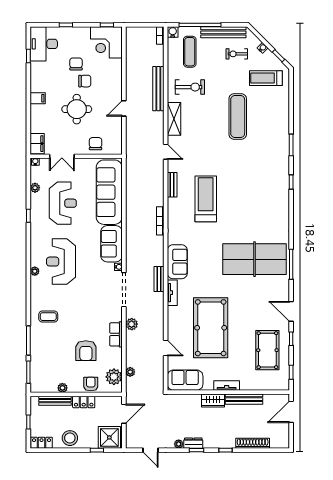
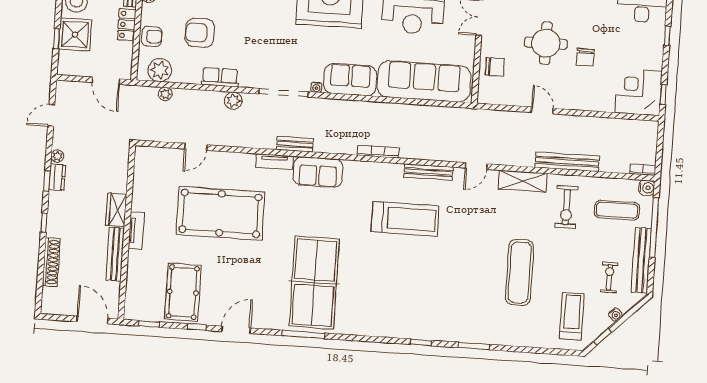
chair: (76, 64) -> (611, 47), removed
exercise mat: (238, 117) -> (520, 272), turned 90
bench: (172, 185) -> (428, 172), width x1.36
pool table: (267, 350) -> (183, 292), turned 90
sofa: (185, 380) -> (148, 172), removed
shower: (109, 437) -> (75, 35), moved

